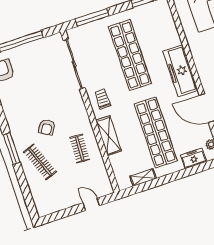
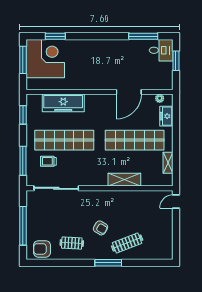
freezer: (180, 71) -> (63, 103), moved
trolley: (103, 99) -> (48, 161), moved
clothes rail: (80, 149) -> (72, 243), moved
door: (91, 204) -> (176, 202), moved

